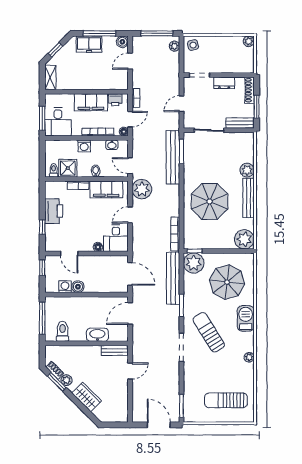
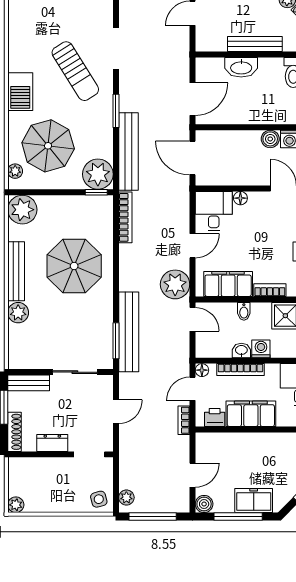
washbasin: (112, 145) -> (241, 350), moved
bench: (115, 350) -> (255, 44), moved, width x1.36
plant: (249, 357) -> (15, 171), moved

